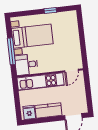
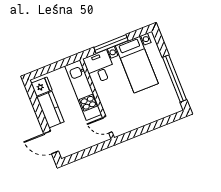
window: (50, 10) -> (174, 78), width x3.17

